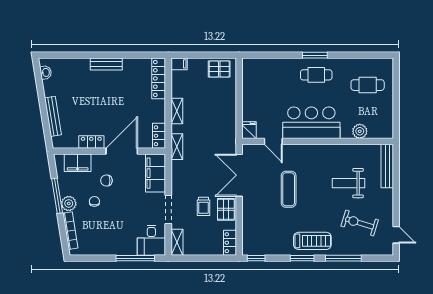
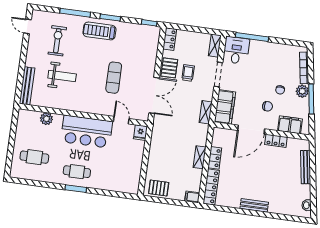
locker: (159, 136) -> (215, 158), moved
shelving: (177, 147) -> (206, 112), moved
exercise bike: (360, 223) -> (57, 41), turned -107

